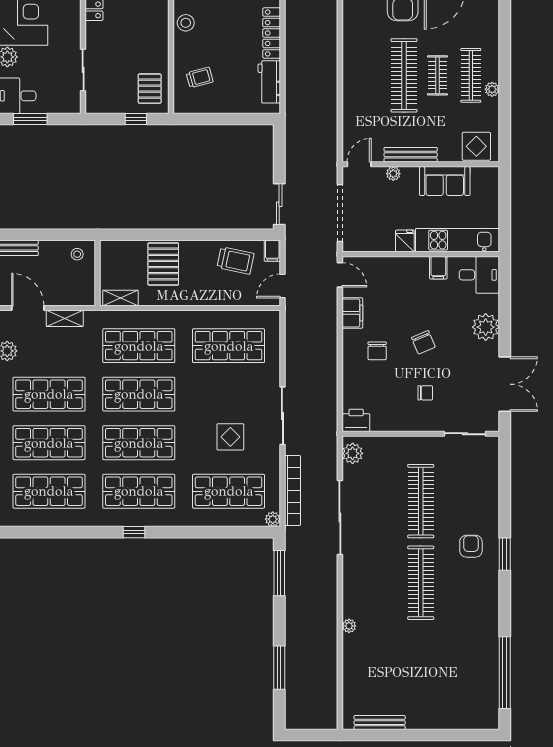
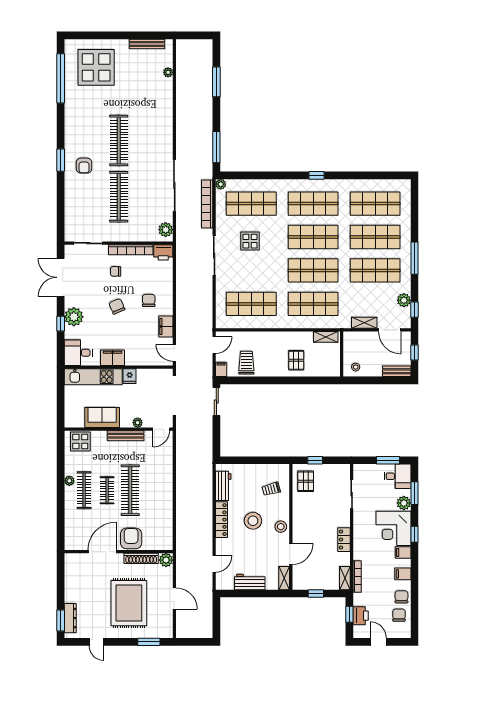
stool: (226, 31) -> (253, 521), added
trolley: (236, 261) -> (246, 363), turned 78
pallet: (163, 264) -> (296, 360), width x0.67, depth x0.71
filing cabinet: (438, 268) -> (112, 358), width x2.00
window: (505, 317) -> (61, 324), added
bookcase: (403, 424) -> (131, 250), added
plant: (349, 626) -> (168, 72), moved
display table: (453, 689) -> (96, 67), added

